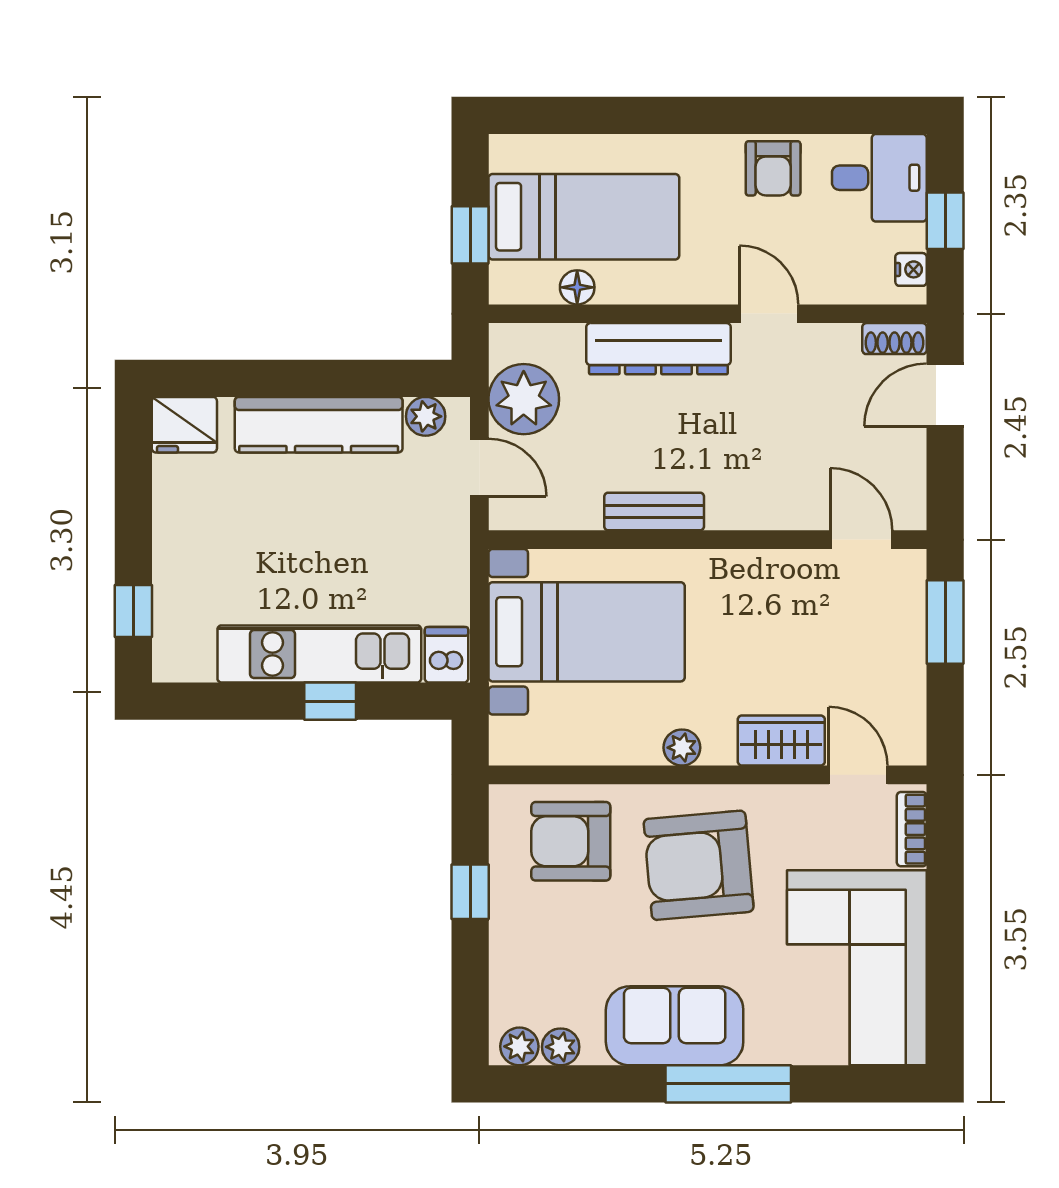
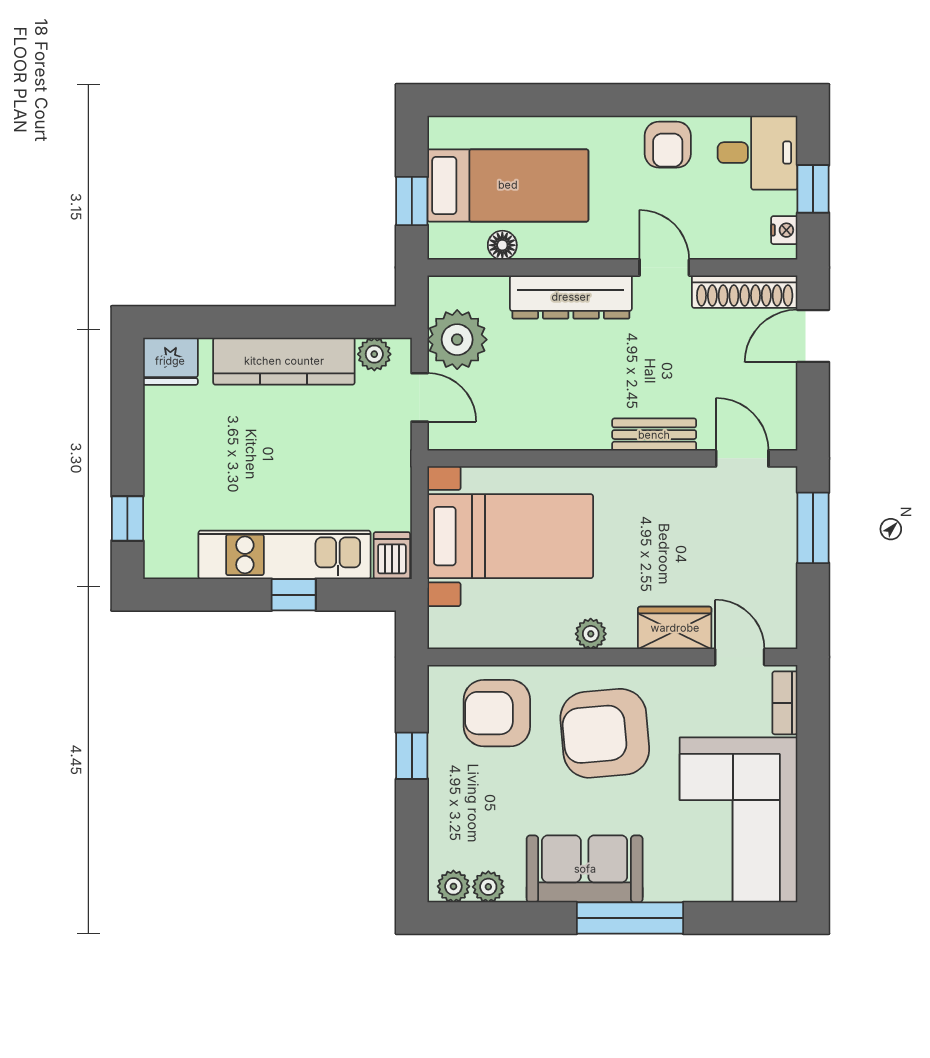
shoe rack: (894, 339) -> (745, 292), width x1.94, depth x1.24
bench: (654, 511) -> (654, 435), moved

